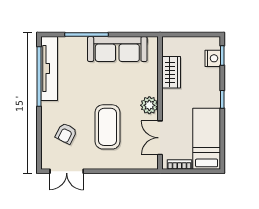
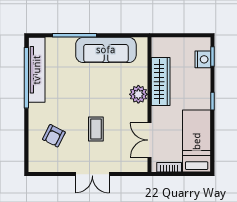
wardrobe: (171, 72) -> (161, 82), width x1.50
plant: (149, 105) -> (138, 94), moved
coffee table: (108, 127) -> (96, 129), width x0.54, depth x0.58
double door: (67, 171) -> (92, 174), moved

